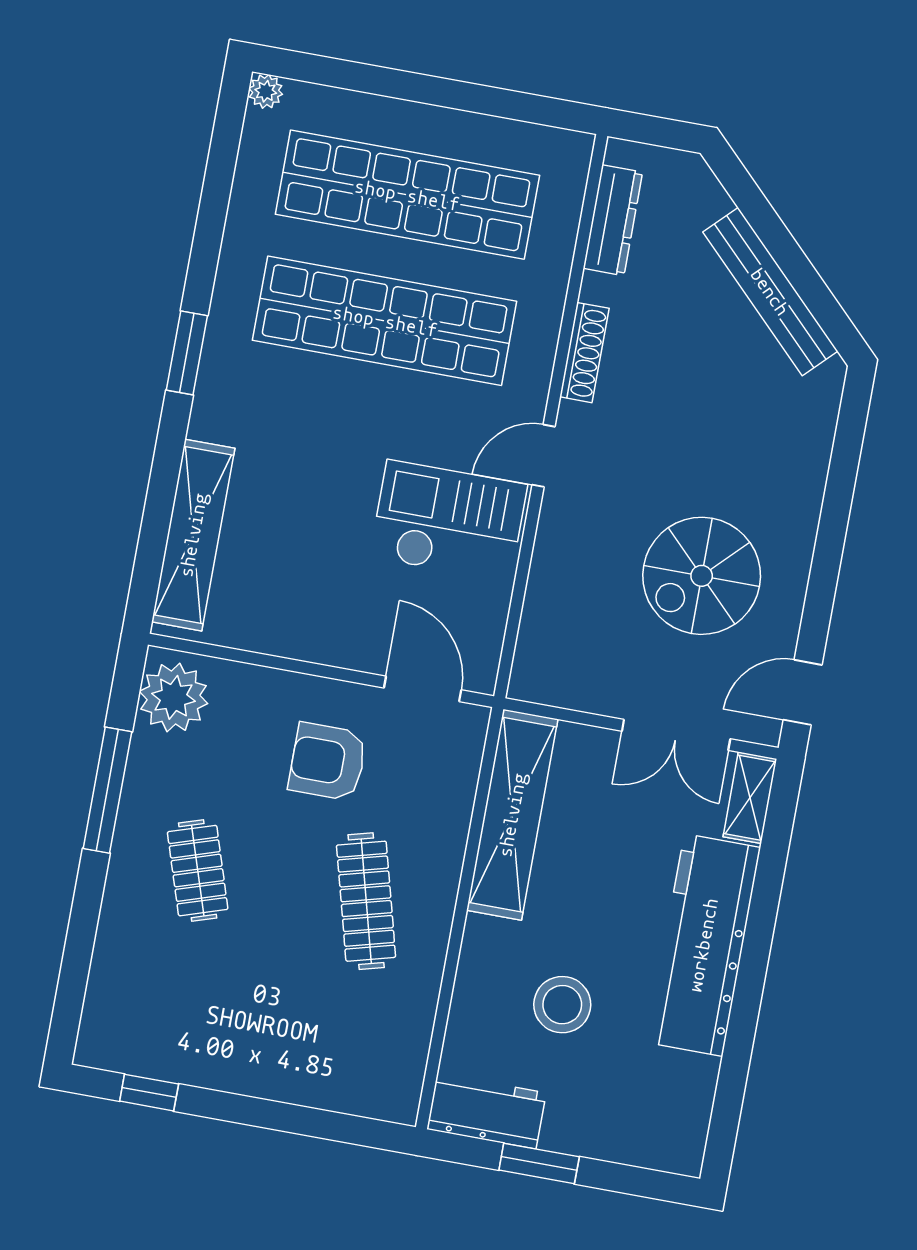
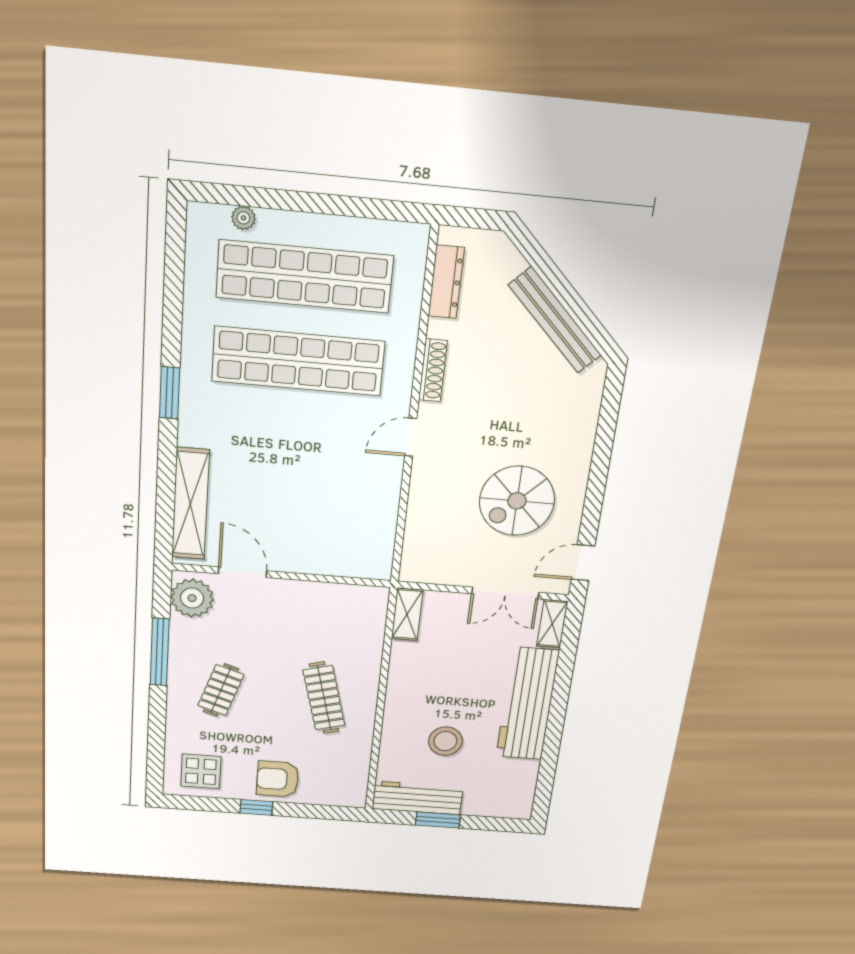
plant: (266, 91) -> (243, 218), moved
checkout: (449, 521) -> (353, 482), removed
door: (423, 689) -> (242, 572), moved
armchair: (328, 762) -> (278, 779), moved
shelving: (512, 815) -> (407, 614), width x0.45, depth x0.75
clothes rail: (198, 871) -> (221, 690), turned 36
display table: (143, 1025) -> (201, 771), added
window: (149, 1093) -> (256, 807), moved
workbench: (486, 1111) -> (417, 798), width x1.38

